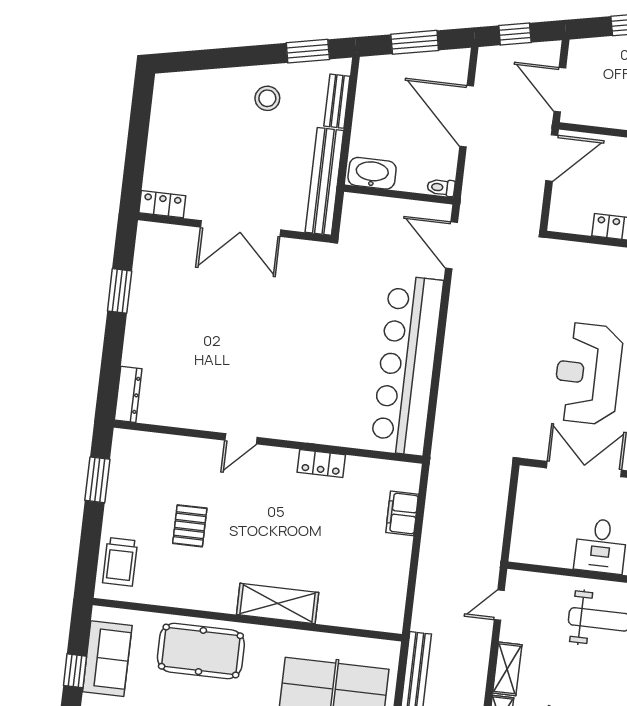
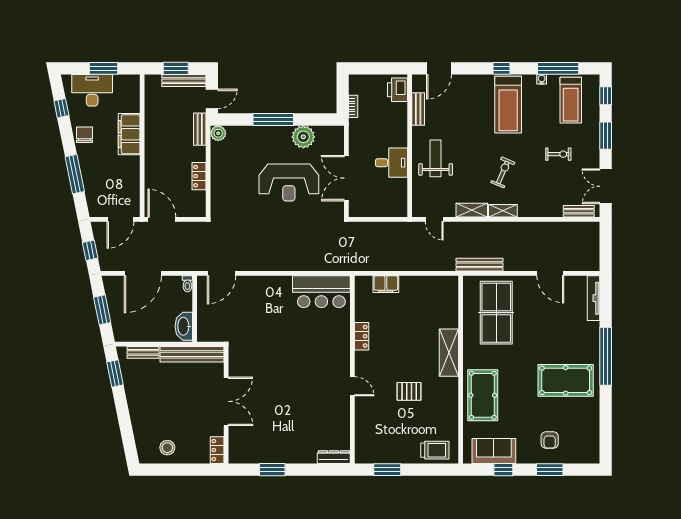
stool: (267, 98) -> (167, 448), moved
bar counter: (407, 365) -> (321, 292), width x0.54
pallet: (190, 526) -> (409, 391), moved

